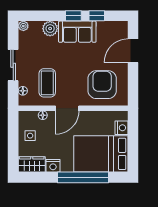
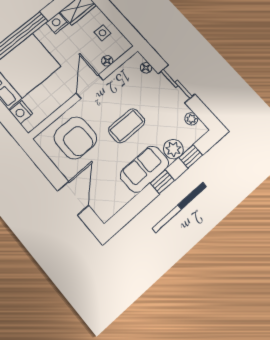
window: (97, 16) -> (191, 156), moved
plant: (23, 26) -> (191, 119), moved
coffee table: (47, 83) -> (127, 126), moved, turned 90

